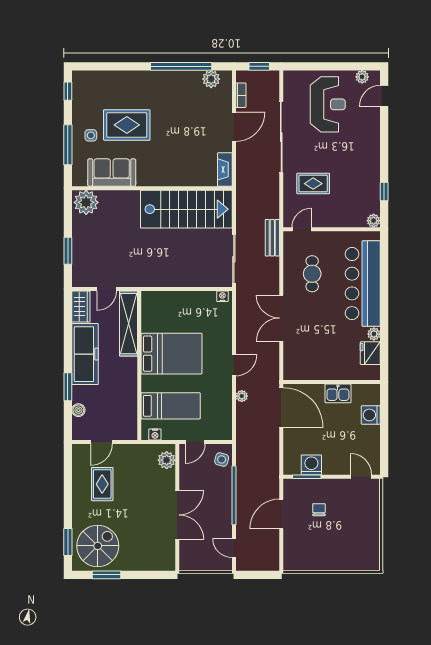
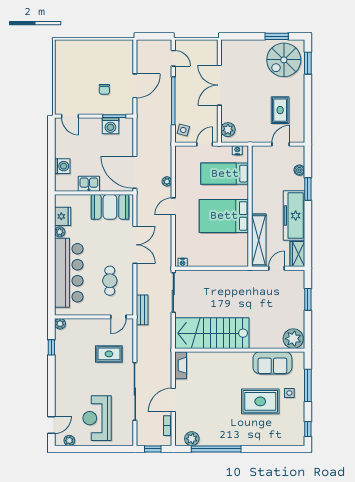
booth: (312, 365) -> (110, 207), added

